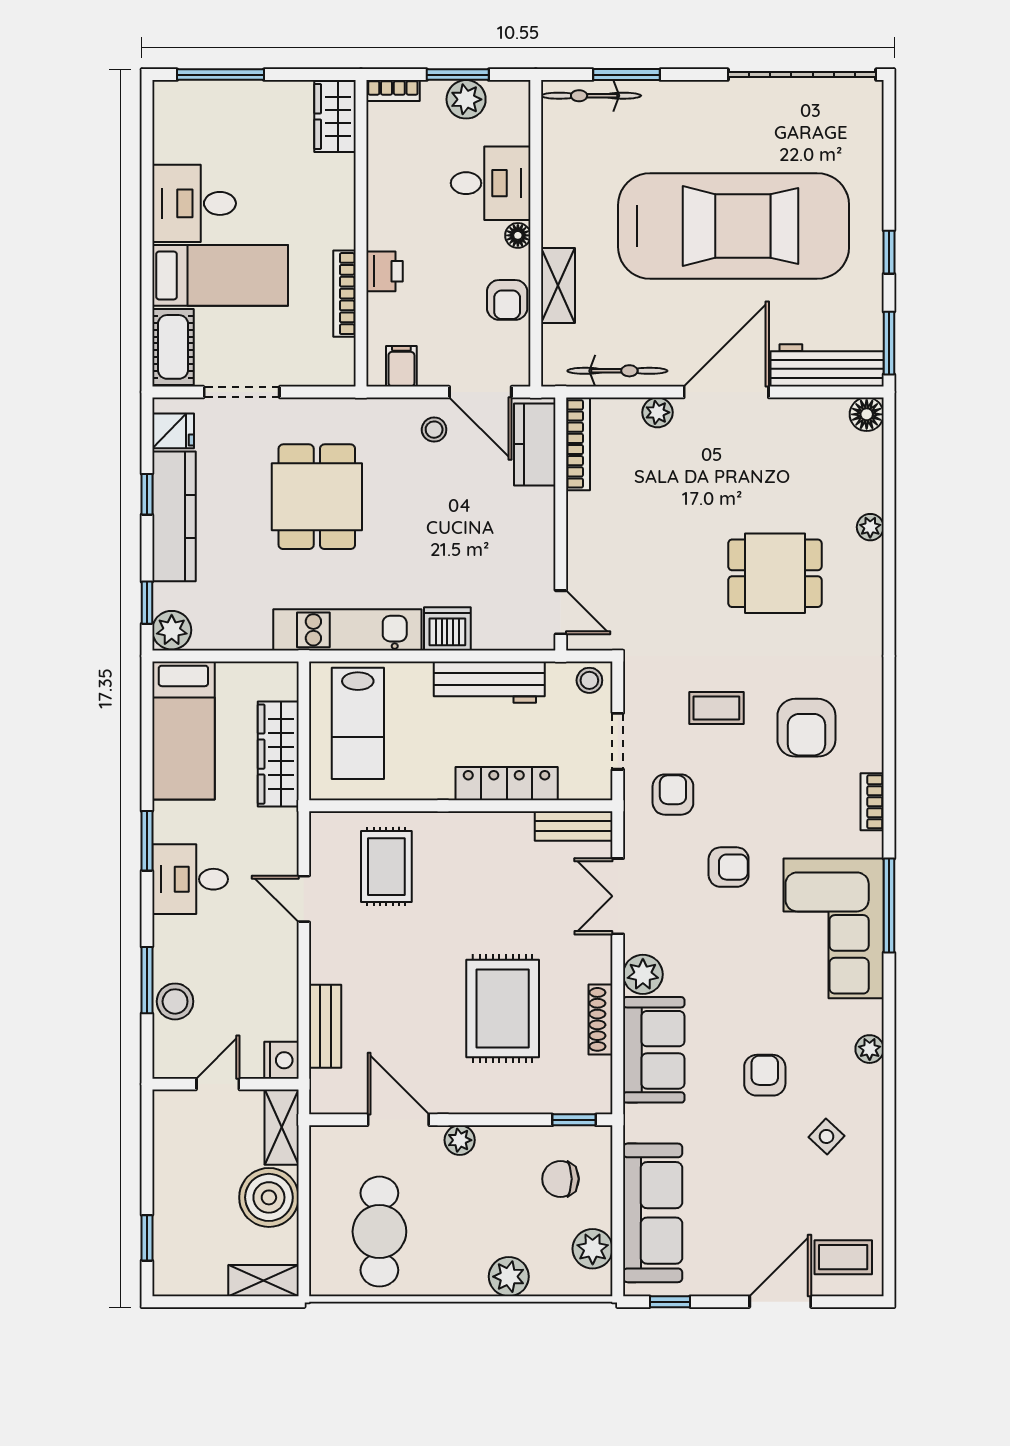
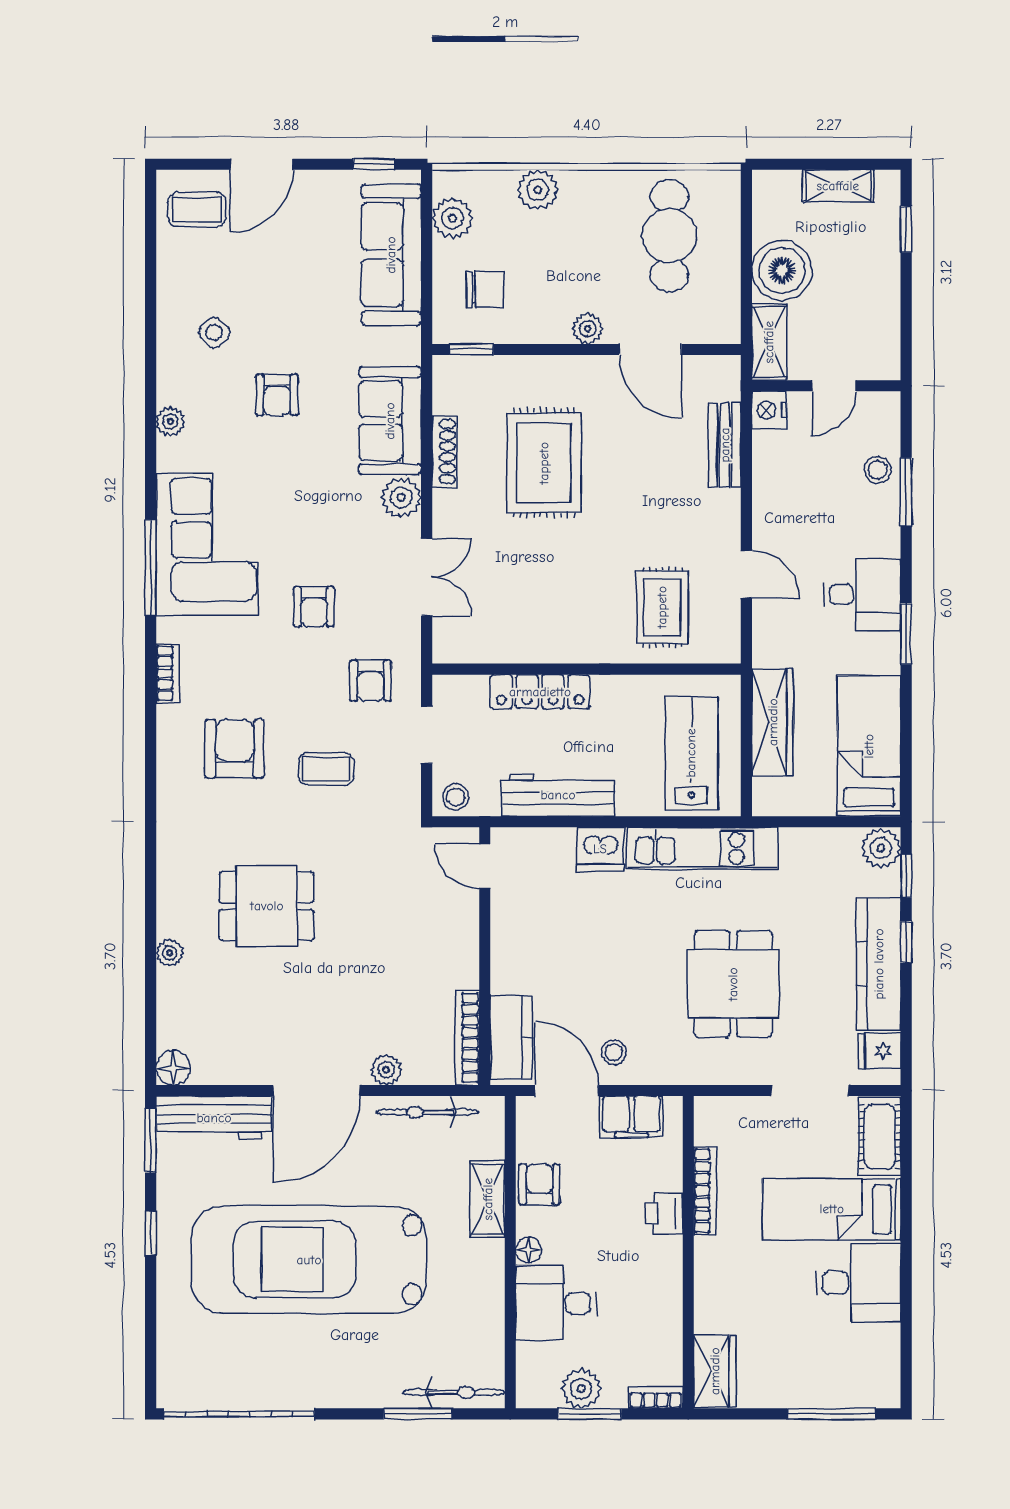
filing cabinet: (401, 366) -> (631, 1117), width x2.00
window: (147, 494) -> (906, 942), moved
bench: (574, 826) -> (472, 649), removed
armchair: (729, 867) -> (314, 607), turned -90
stool: (175, 1001) -> (878, 470), width x0.73, depth x0.73
shelving: (263, 1281) -> (838, 186), moved

